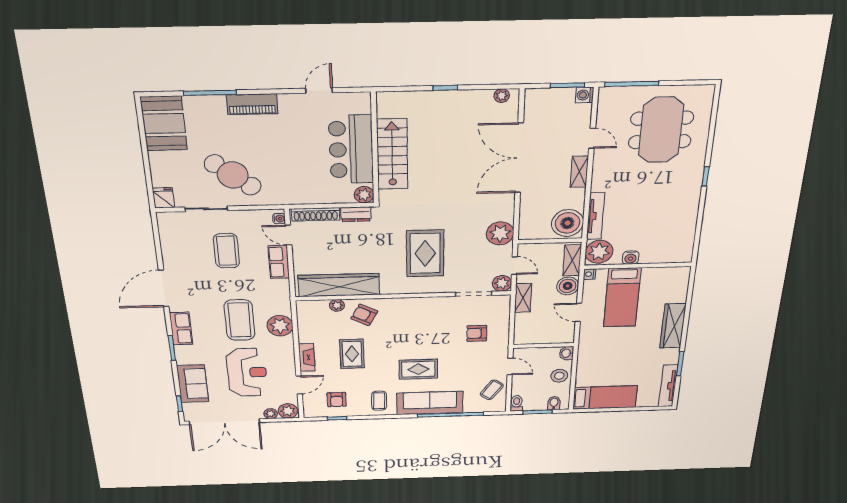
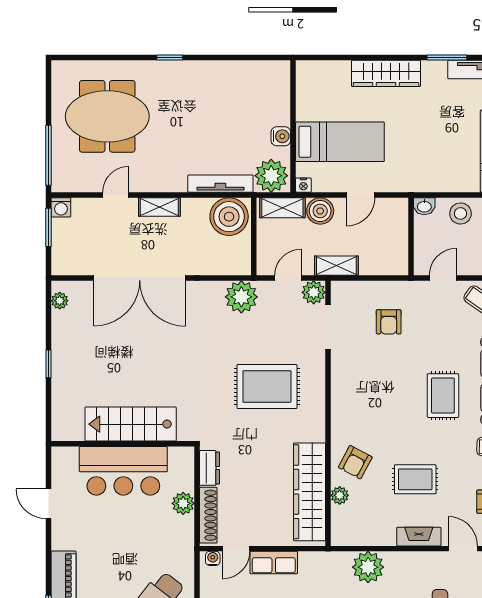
plant: (364, 195) -> (183, 503), moved

